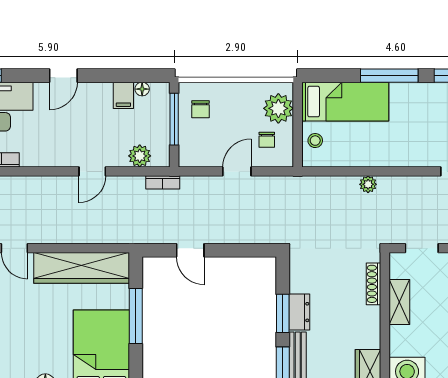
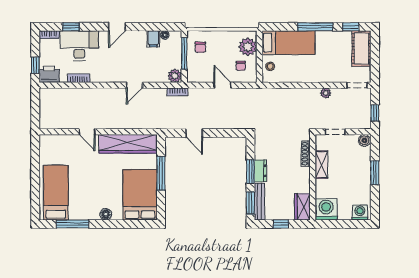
plant: (140, 156) -> (175, 76), moved
door: (237, 171) -> (222, 85), hinge flipped
plant: (368, 184) -> (326, 93), moved

